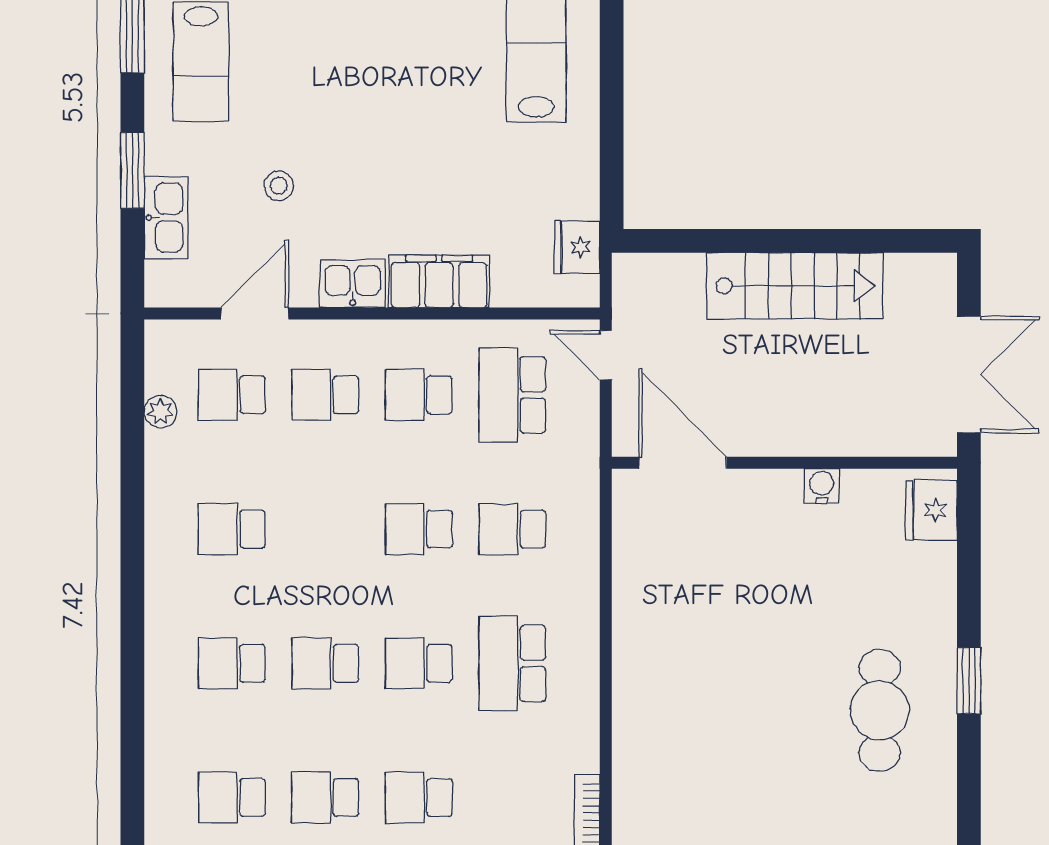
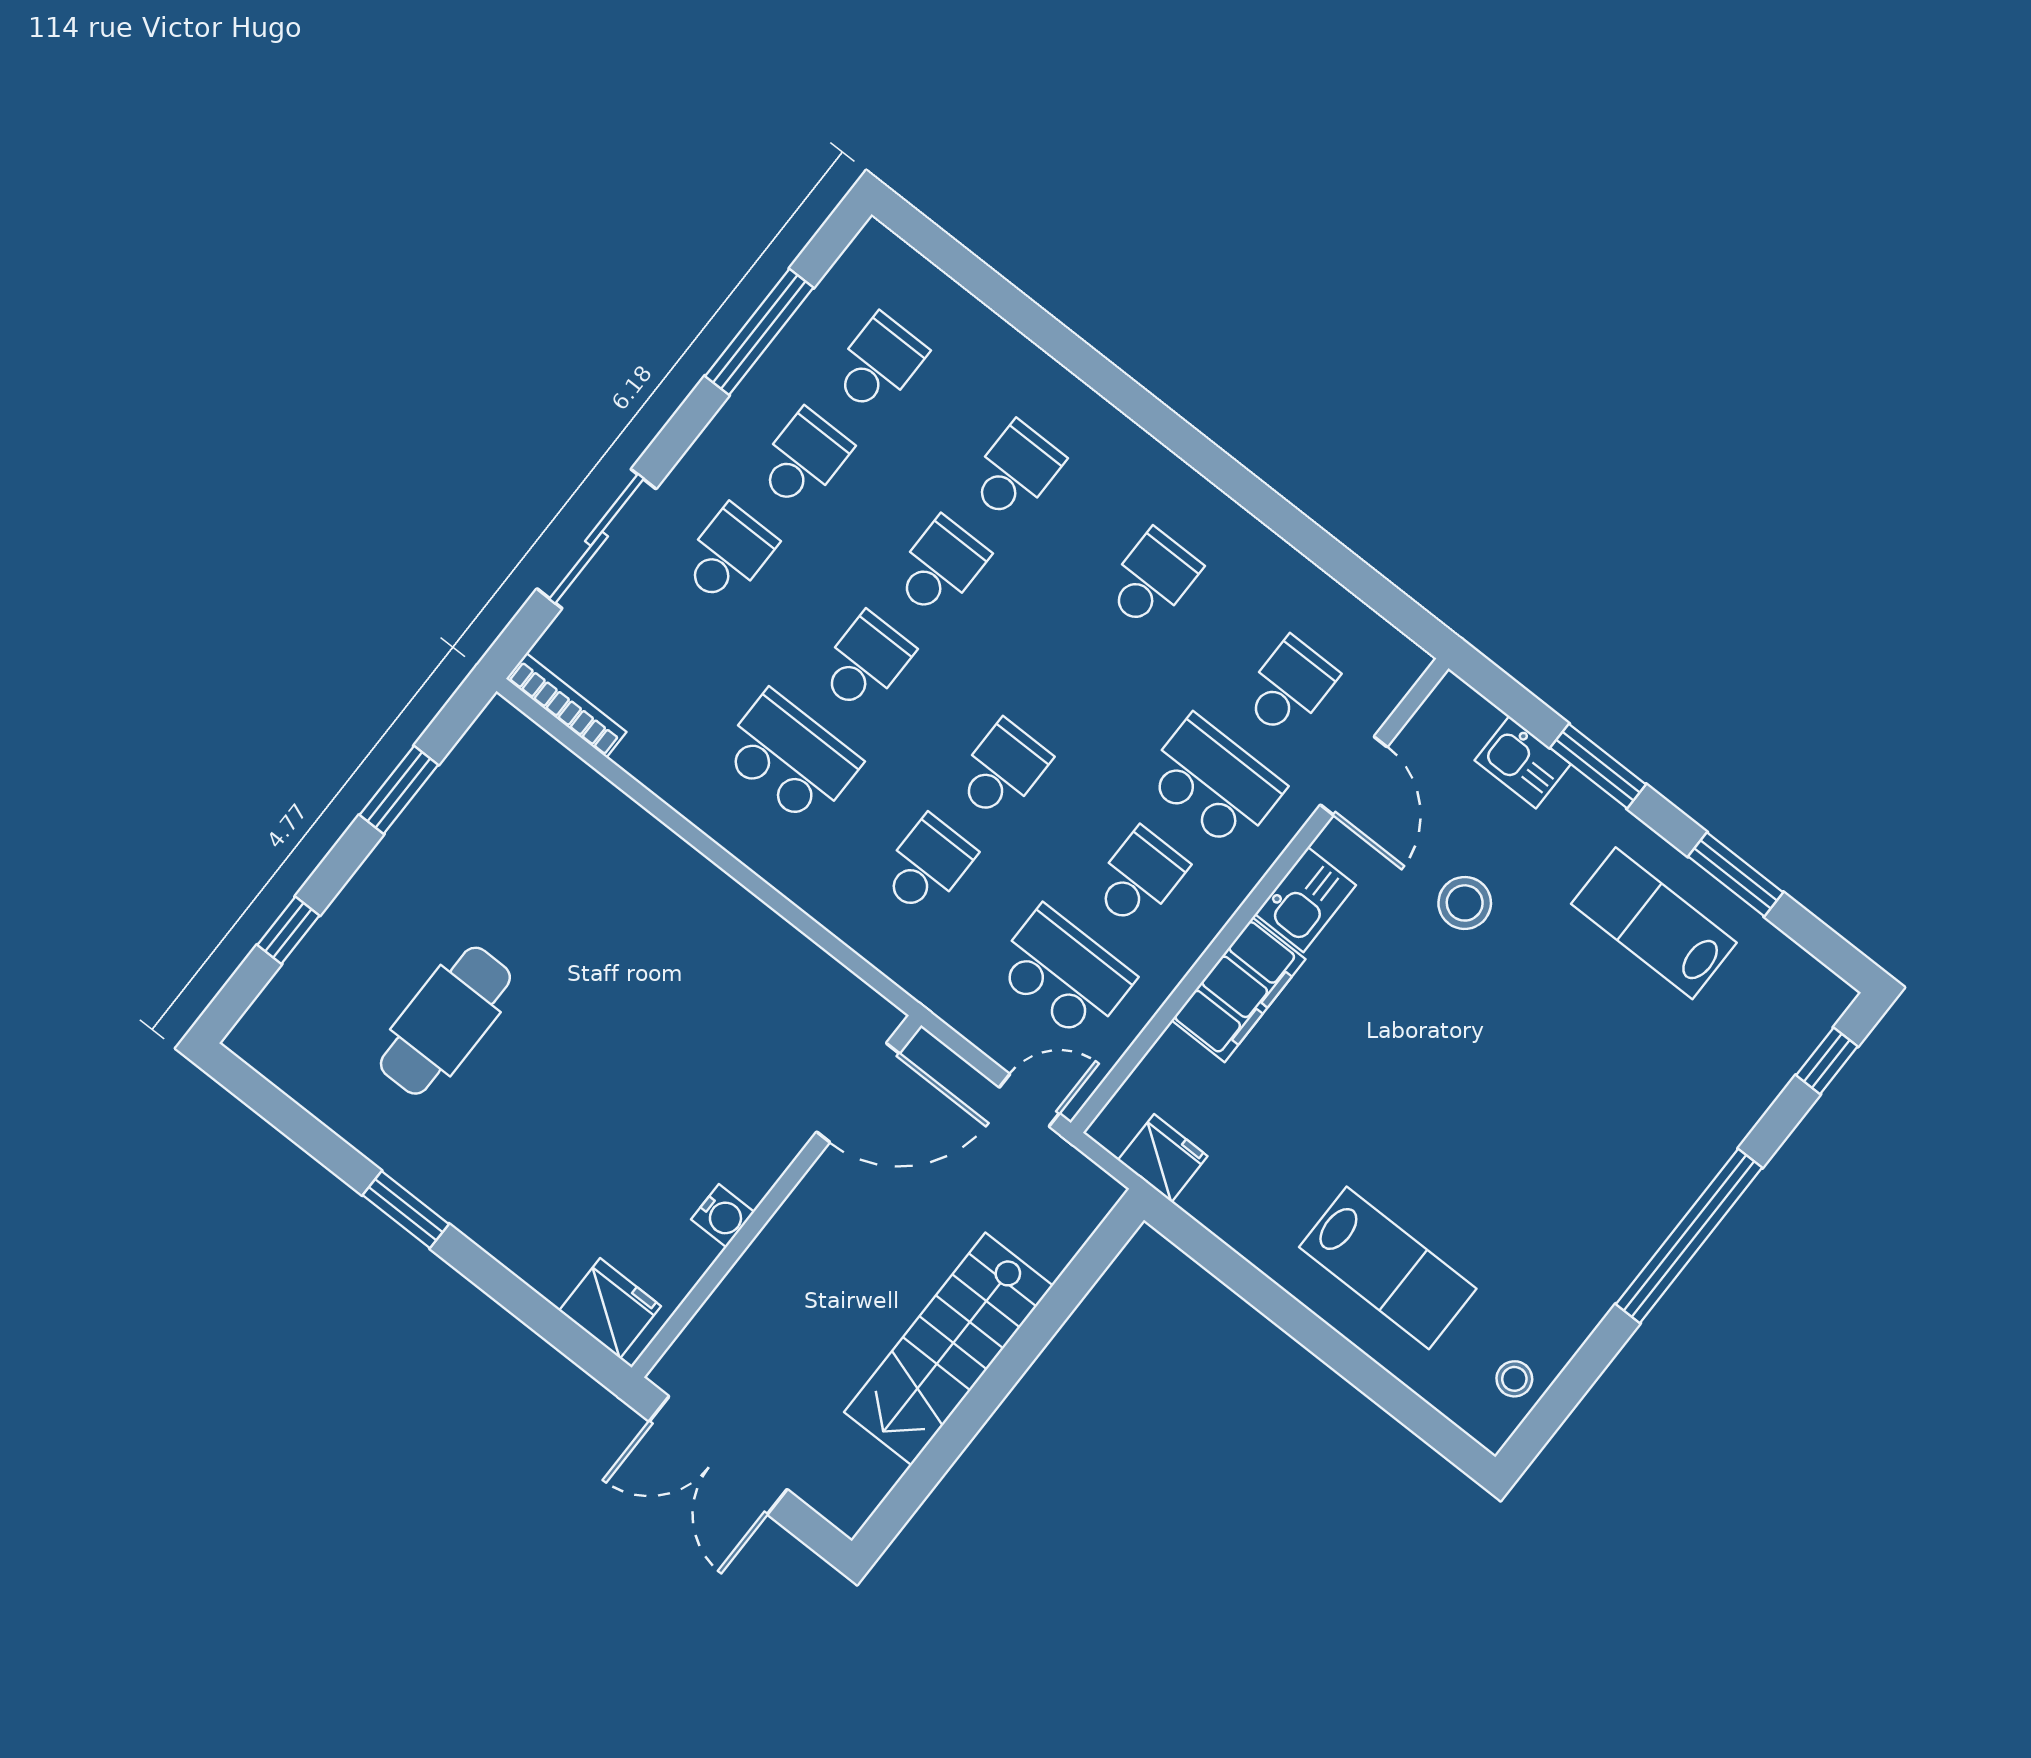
stool: (279, 186) -> (1465, 903), width x1.37, depth x1.37
kitchen sink: (166, 218) -> (1523, 762), width x0.73
school desk: (325, 395) -> (1214, 782), width x1.85
plant: (161, 412) -> (1329, 601), removed
cafe table: (880, 710) -> (445, 1021), moved, turned 90

